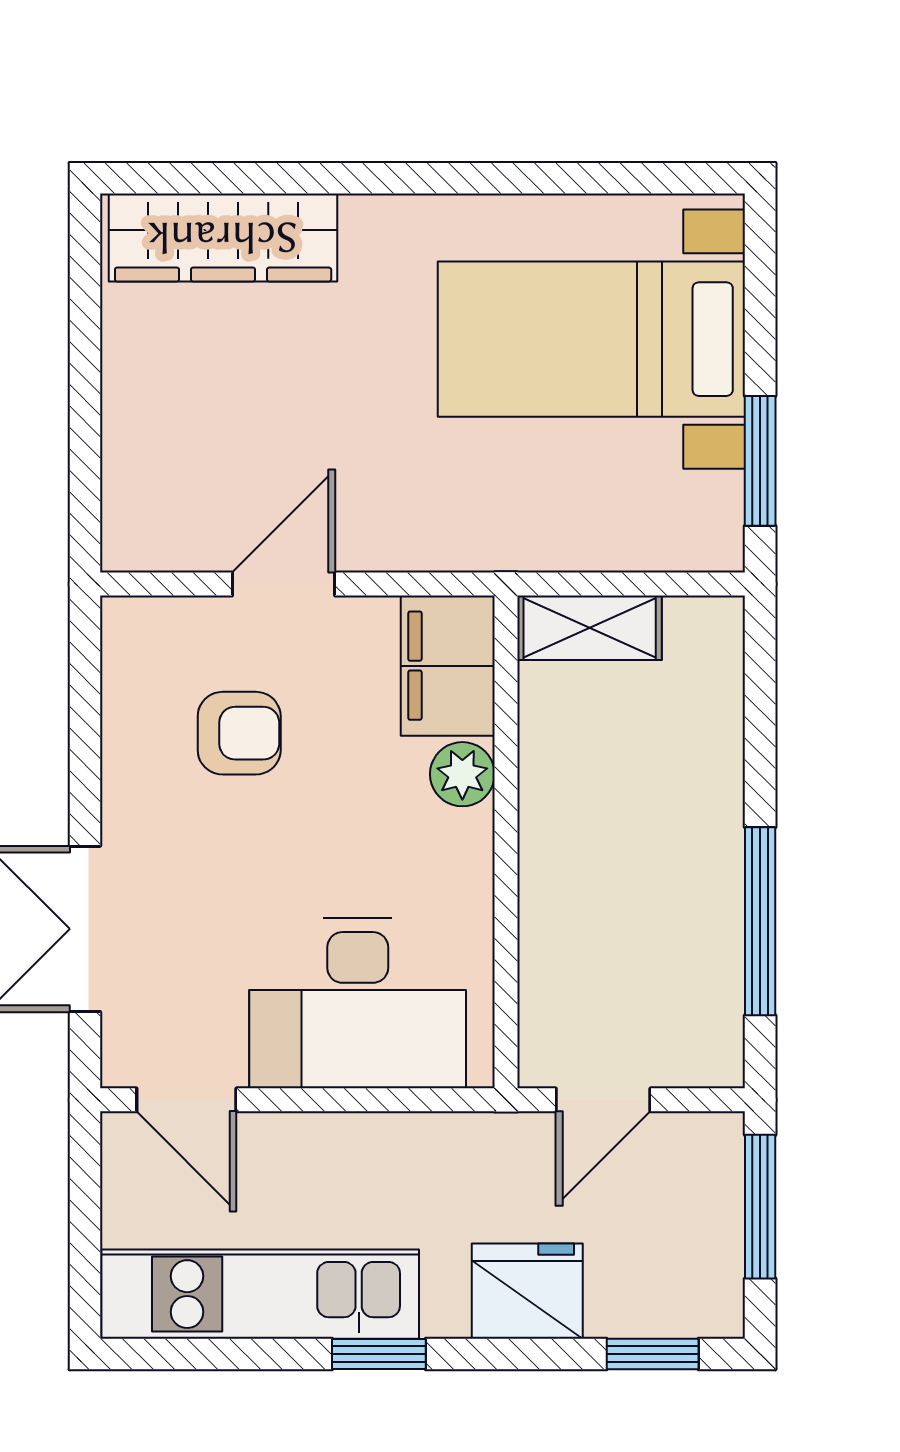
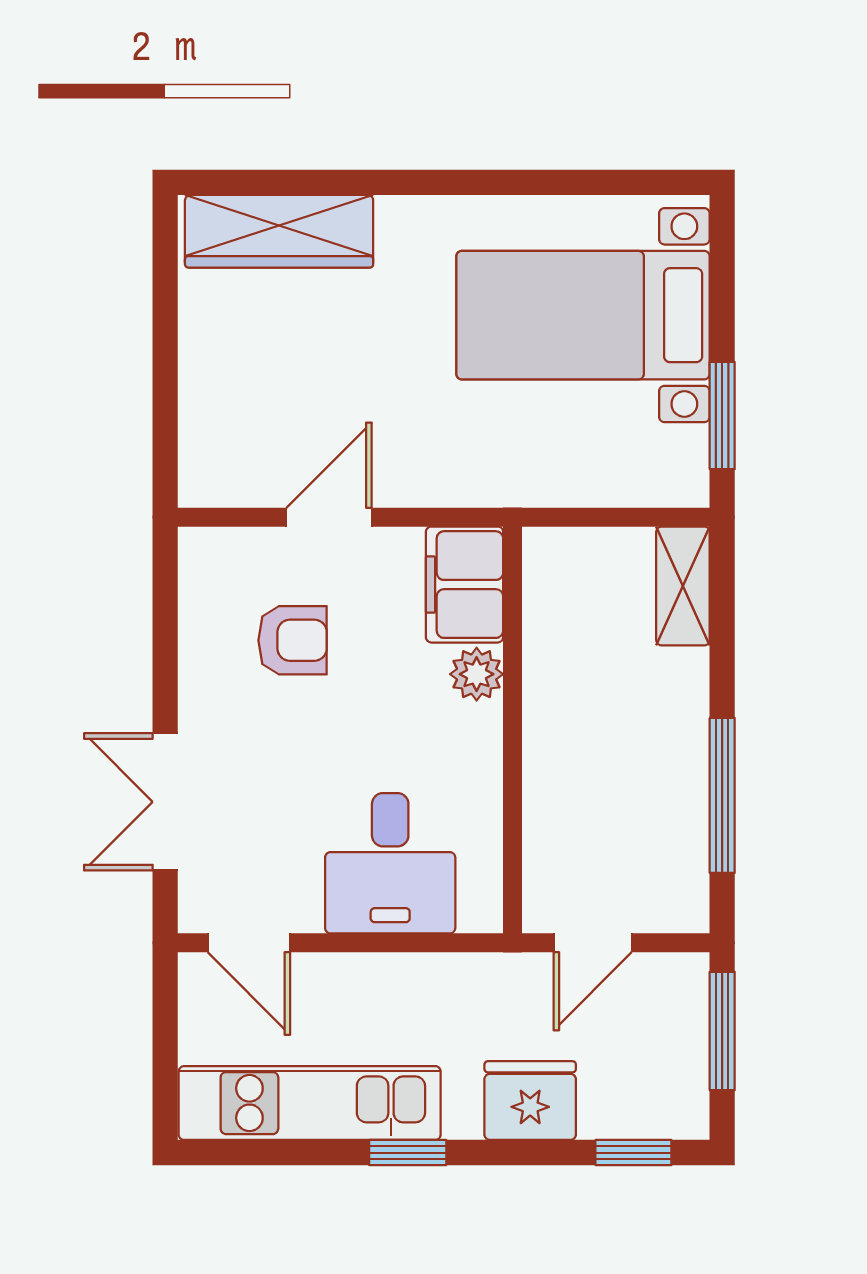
shelving: (590, 628) -> (683, 586), moved, turned 90
desk: (358, 1003) -> (390, 863), width x0.73

